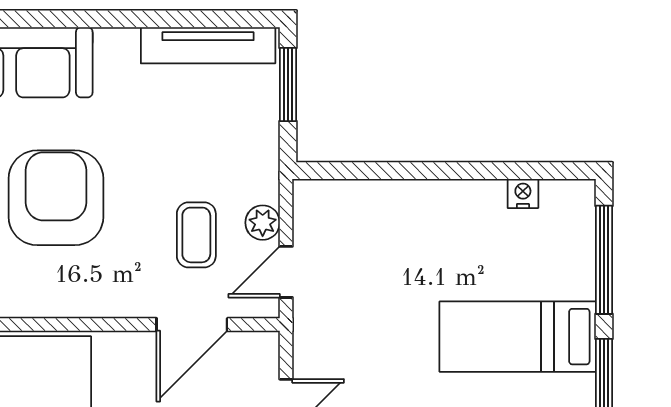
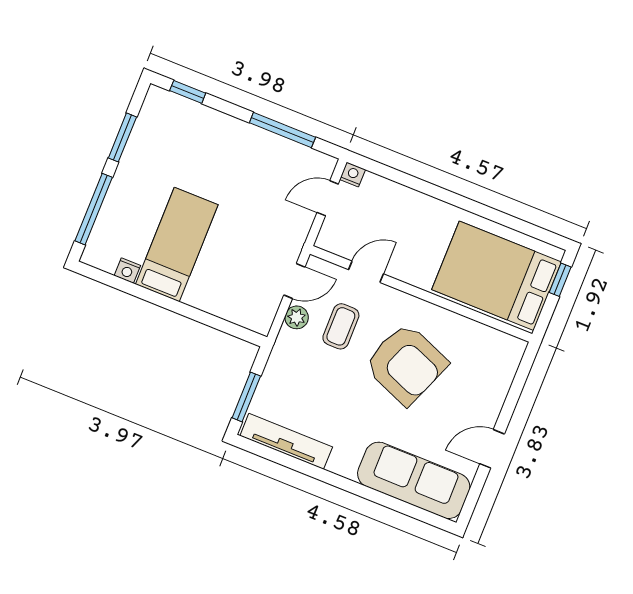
armchair: (56, 198) -> (406, 364), moved, turned -68
door: (192, 325) -> (366, 272), width x0.73
bed: (518, 337) -> (177, 244), moved, turned -90

